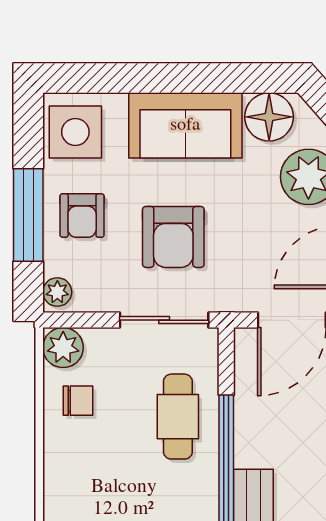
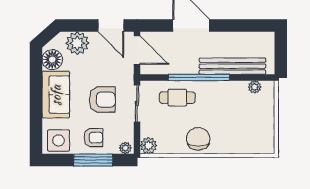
chair: (78, 401) -> (198, 139), moved, width x1.87, depth x1.87

